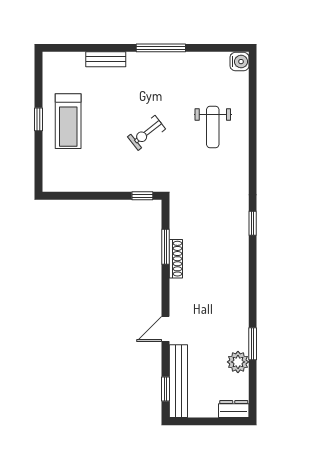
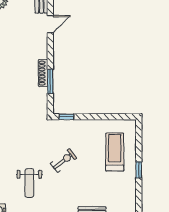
treadmill: (68, 121) -> (115, 152), moved
weight bench: (213, 127) -> (29, 183), moved, turned 180

